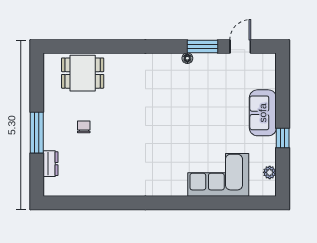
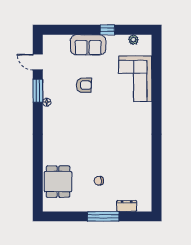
armchair: (210, 107) -> (84, 85), added

